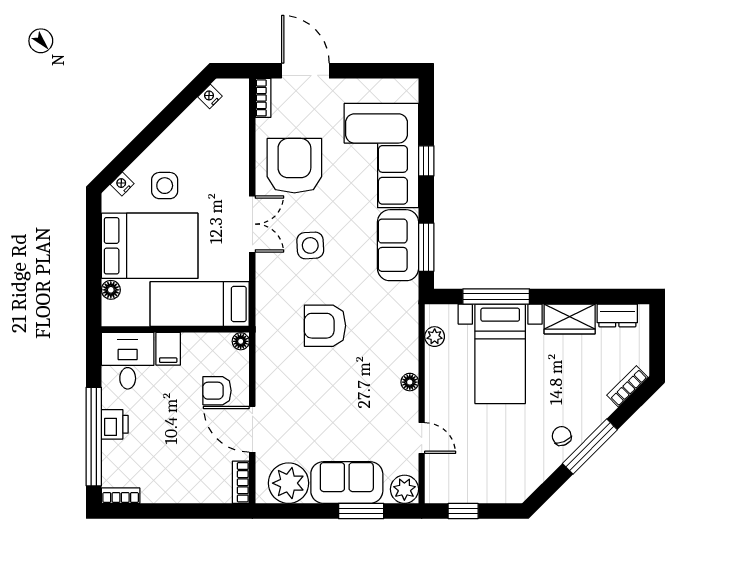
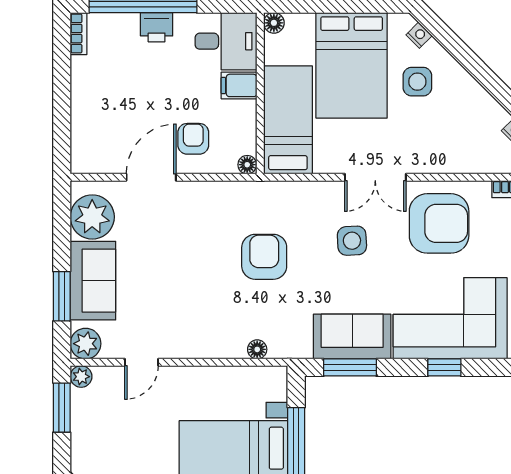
floor lamp: (111, 290) -> (274, 23), moved
plant: (435, 337) -> (81, 377), moved
floor lamp: (410, 382) -> (257, 349), moved
bookcase: (241, 482) -> (93, 165), removed
window: (463, 511) -> (62, 408), width x1.50

